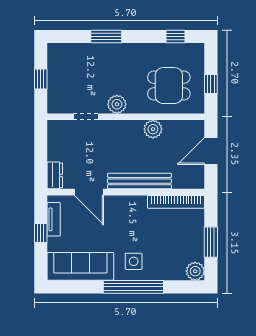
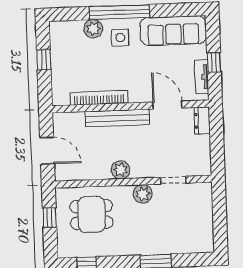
window: (41, 79) -> (220, 216), removed
plant: (153, 129) -> (121, 170), moved
door: (211, 151) -> (47, 151), hinge flipped
bookcase: (176, 202) -> (99, 98), moved
window: (211, 242) -> (44, 60), width x0.67
plant: (195, 271) -> (93, 29), moved

